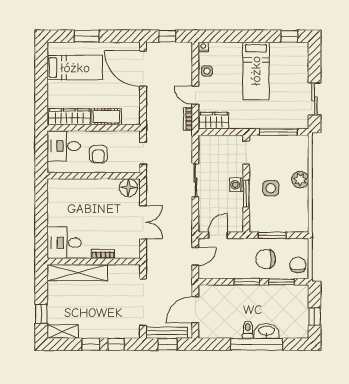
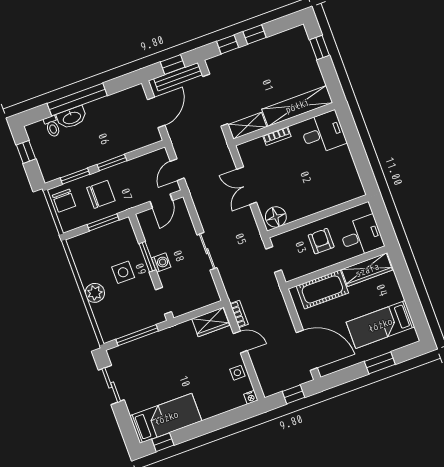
bed: (256, 71) -> (166, 418), moved, turned 90
cot: (106, 117) -> (322, 289), width x1.37, depth x1.34
toilet: (248, 330) -> (52, 126), moved
shelving: (63, 331) -> (247, 126), moved

